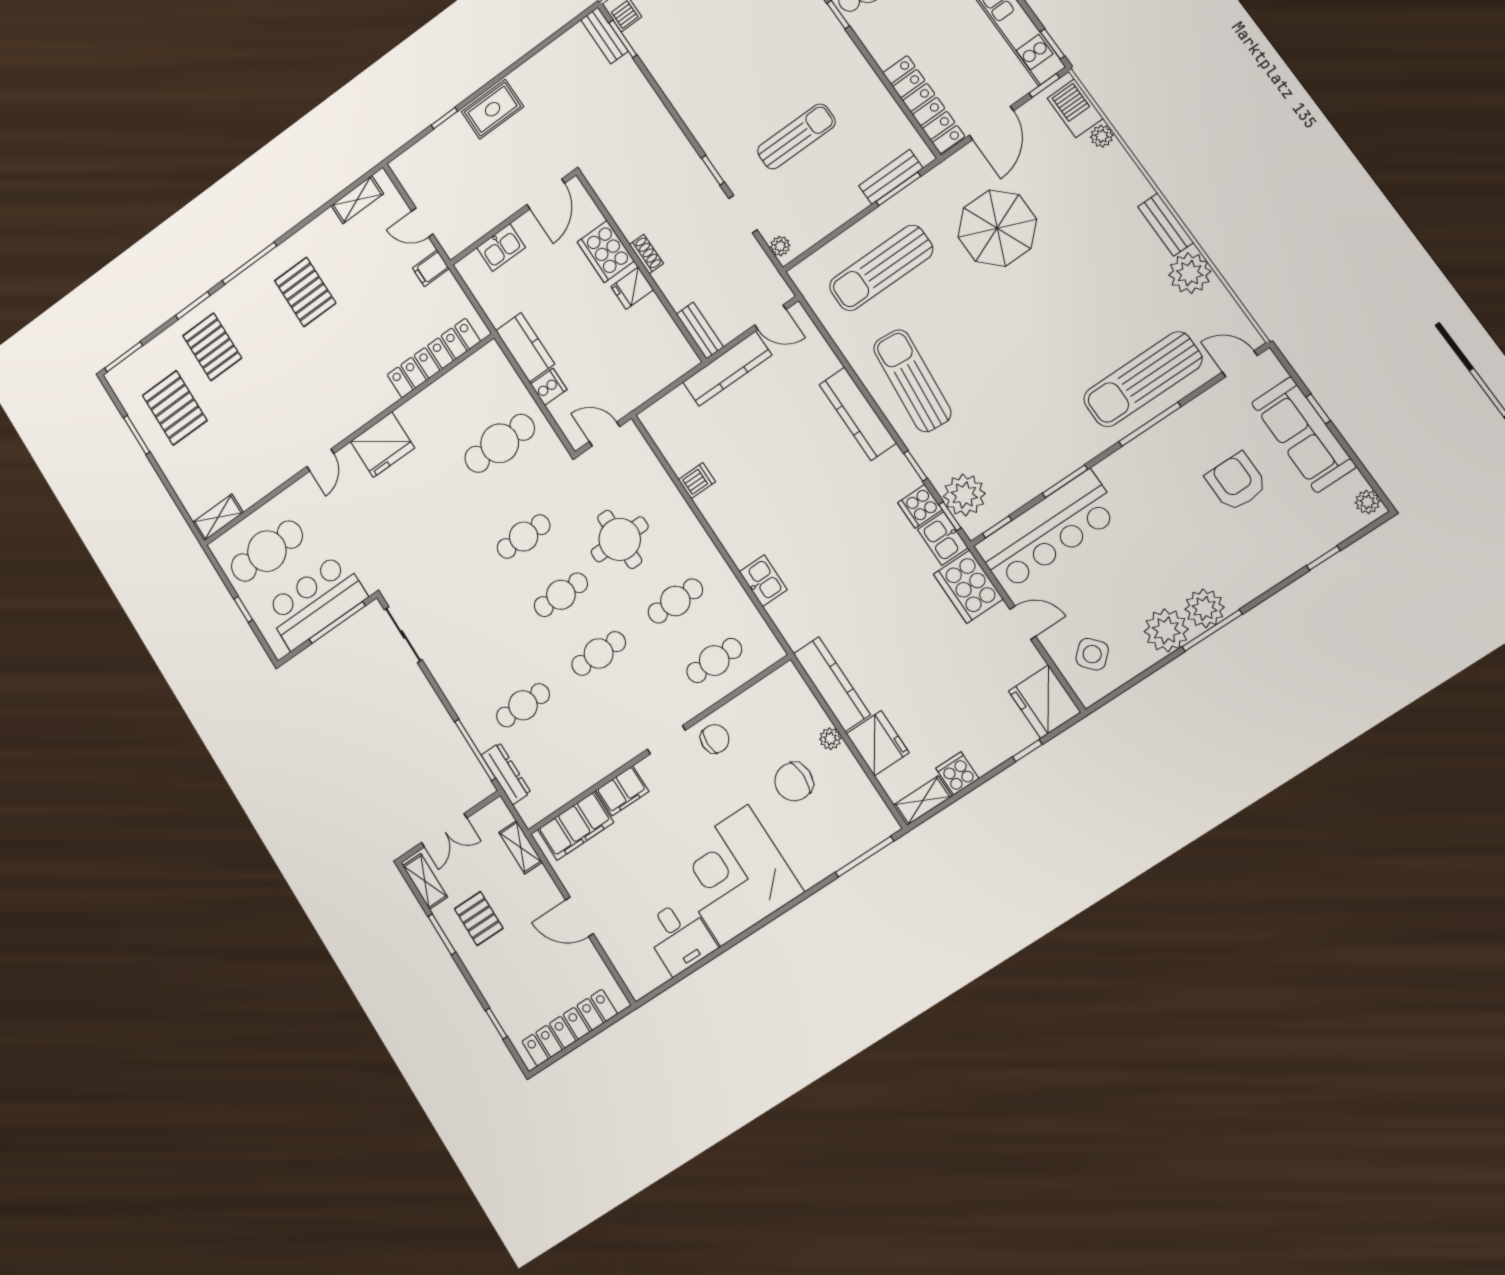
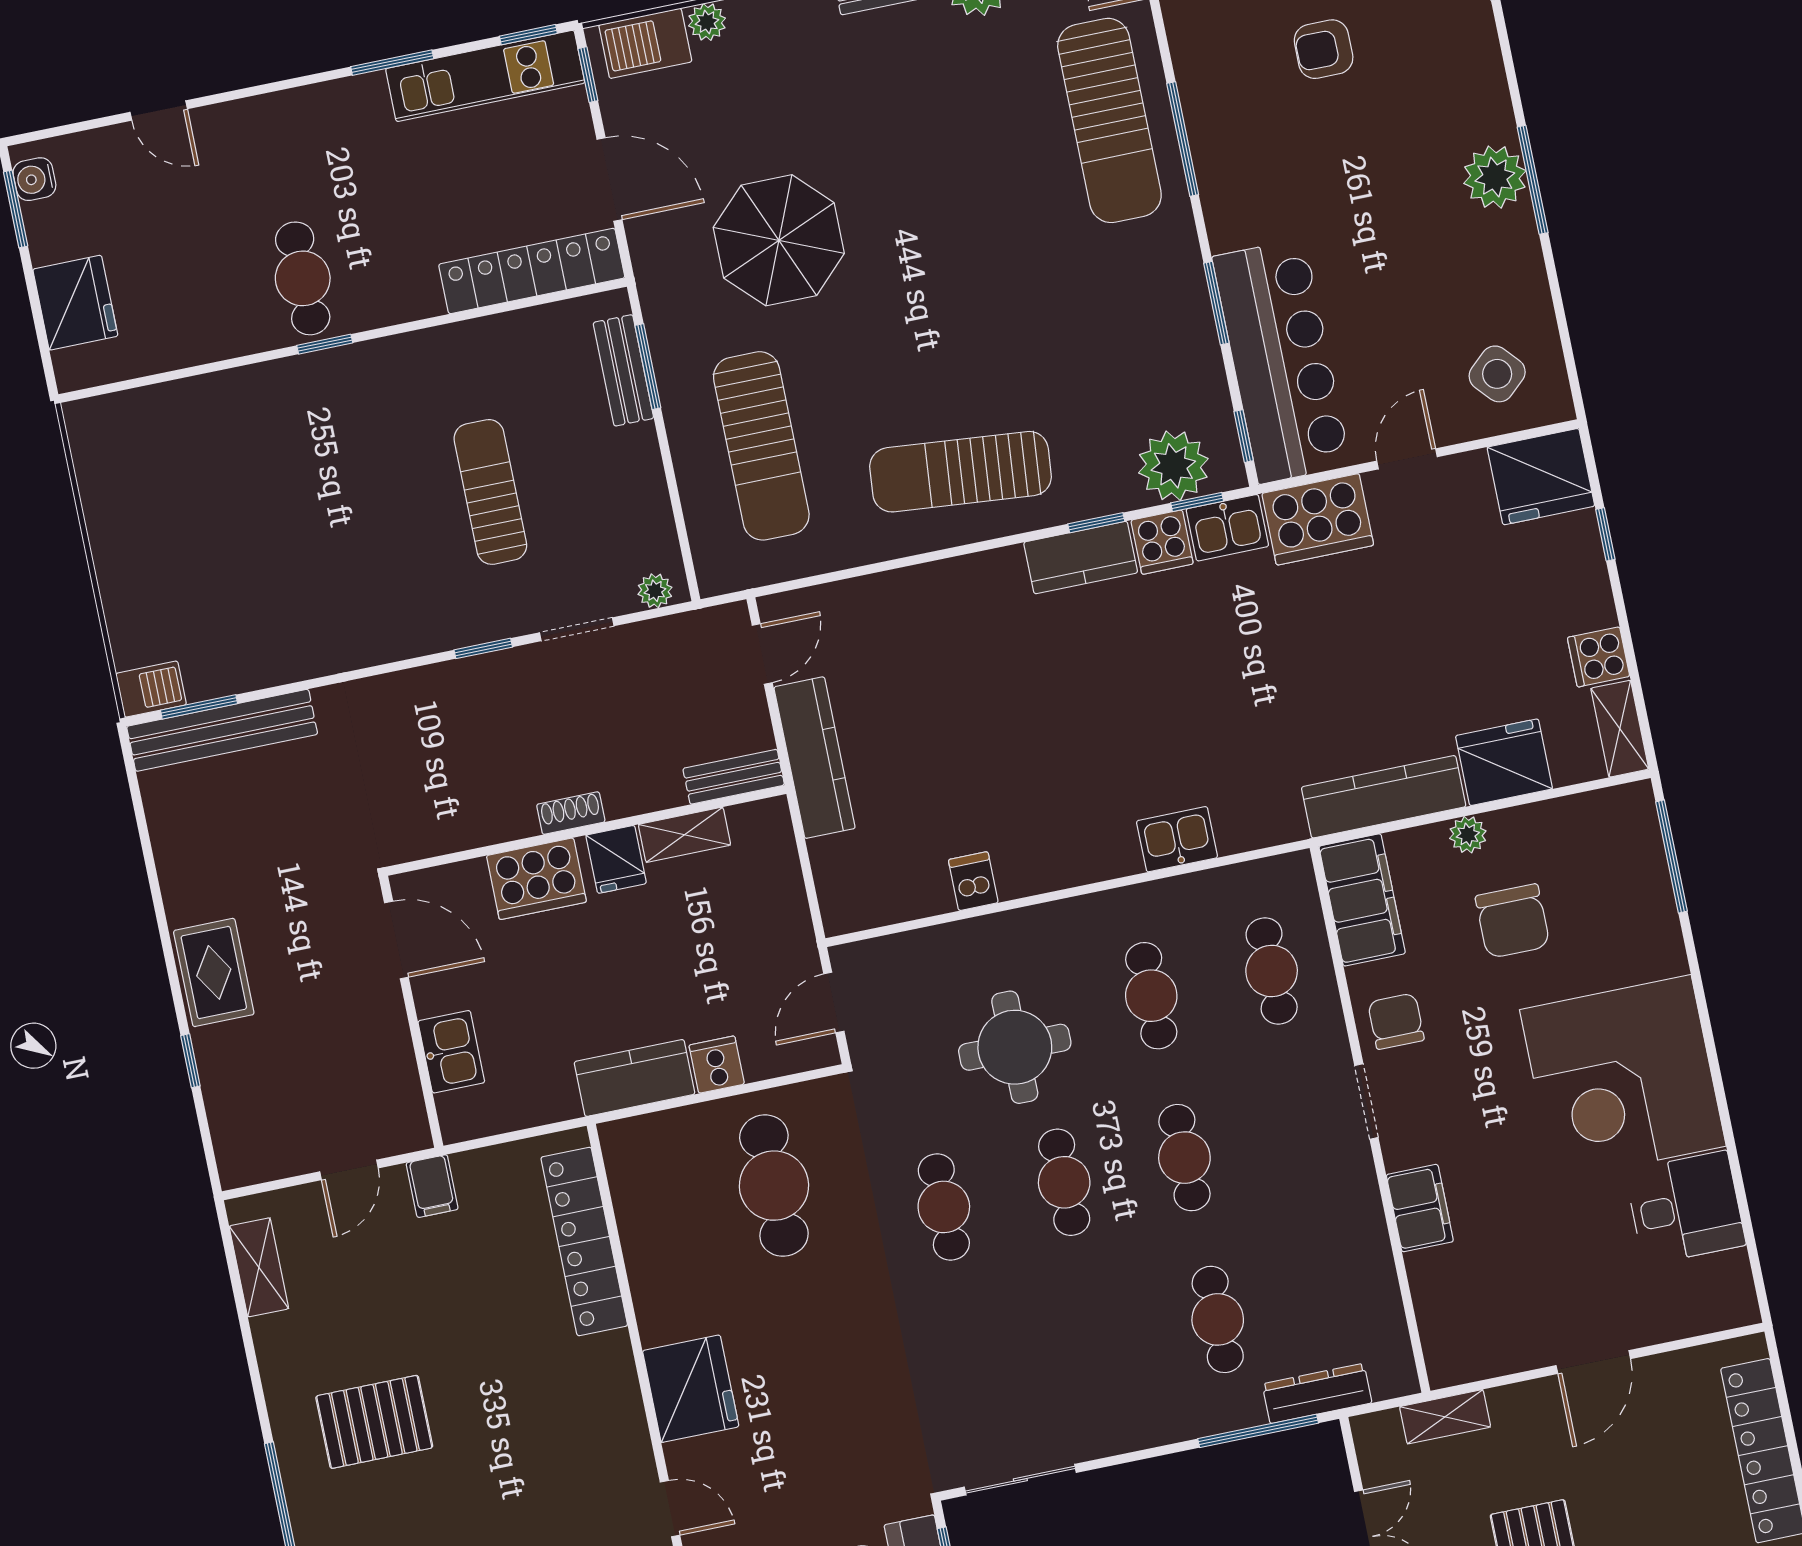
bench: (604, 35) -> (222, 730), width x1.86, depth x1.21
shelving: (659, 318) -> (684, 835), added
kitchen counter: (858, 414) -> (1081, 557), moved, width x0.67
armchair: (1236, 482) -> (1324, 49), width x0.72, depth x0.72
plant: (1166, 630) -> (1505, 248), removed
filing cabinet: (576, 826) -> (1362, 900), moved

